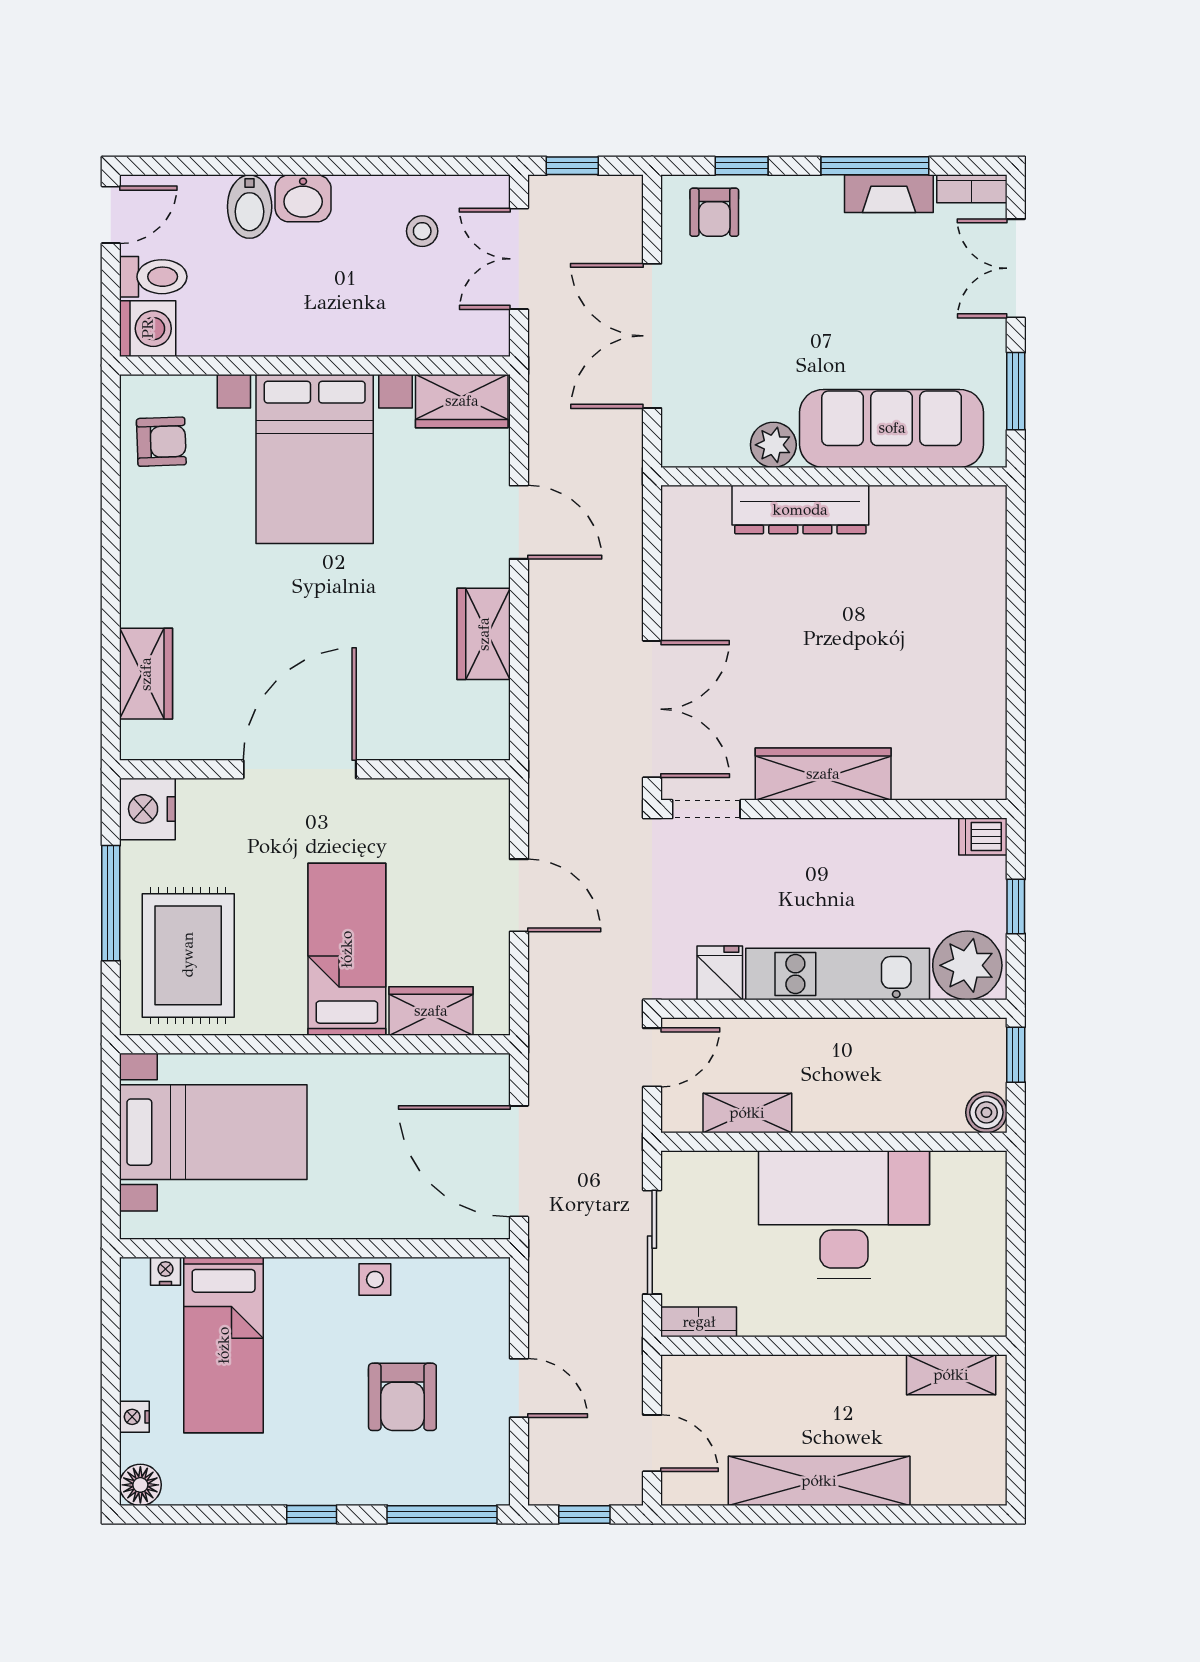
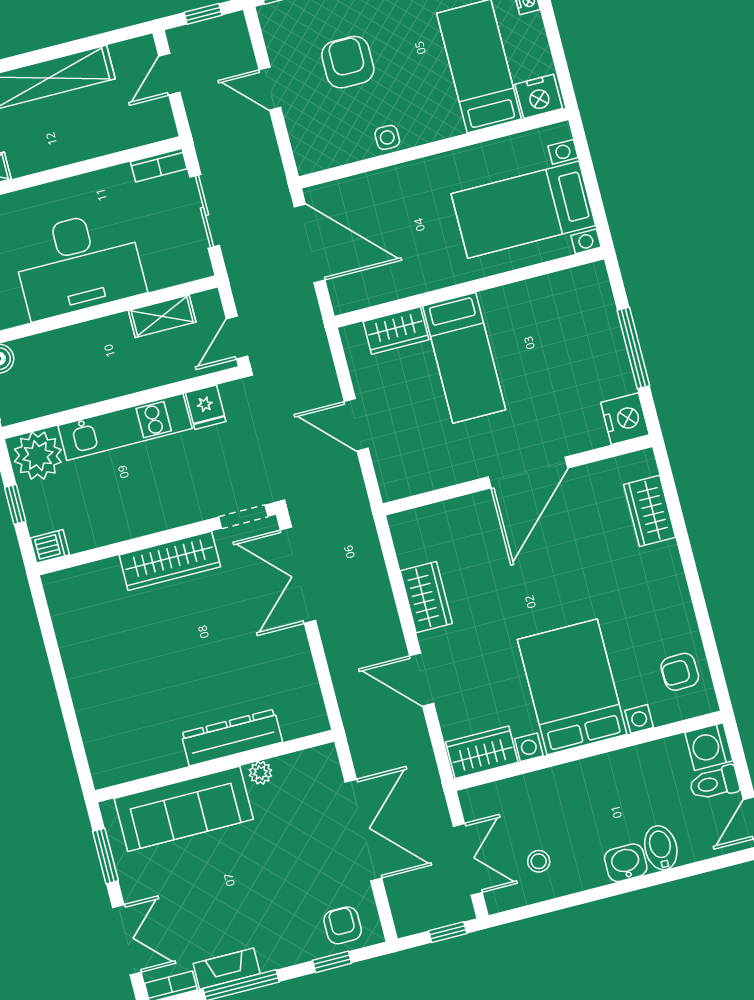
plant: (773, 445) -> (260, 773), width x0.73, depth x0.73
rug: (188, 955) -> (571, 326), removed
nightstand: (166, 1271) -> (539, 96), width x1.89, depth x1.79
door: (652, 1443) -> (169, 74), hinge flipped

